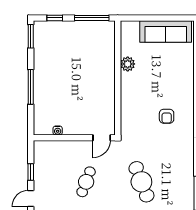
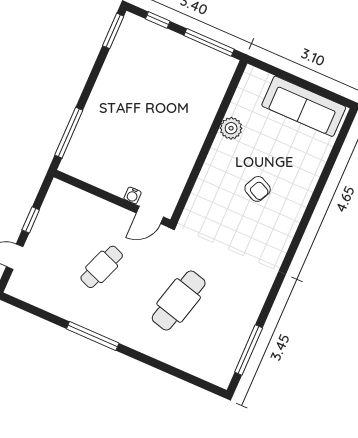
window: (31, 87) -> (69, 133), moved
armchair: (167, 116) -> (258, 189), moved, turned -64
water cooler: (58, 131) -> (133, 195), moved
cafe table: (141, 182) -> (179, 301), turned 36

